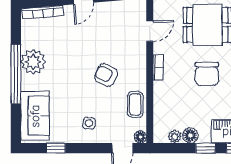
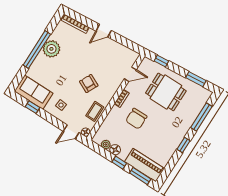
chair: (207, 74) -> (136, 119), moved
sofa: (35, 116) -> (34, 92), moved, turned -90

